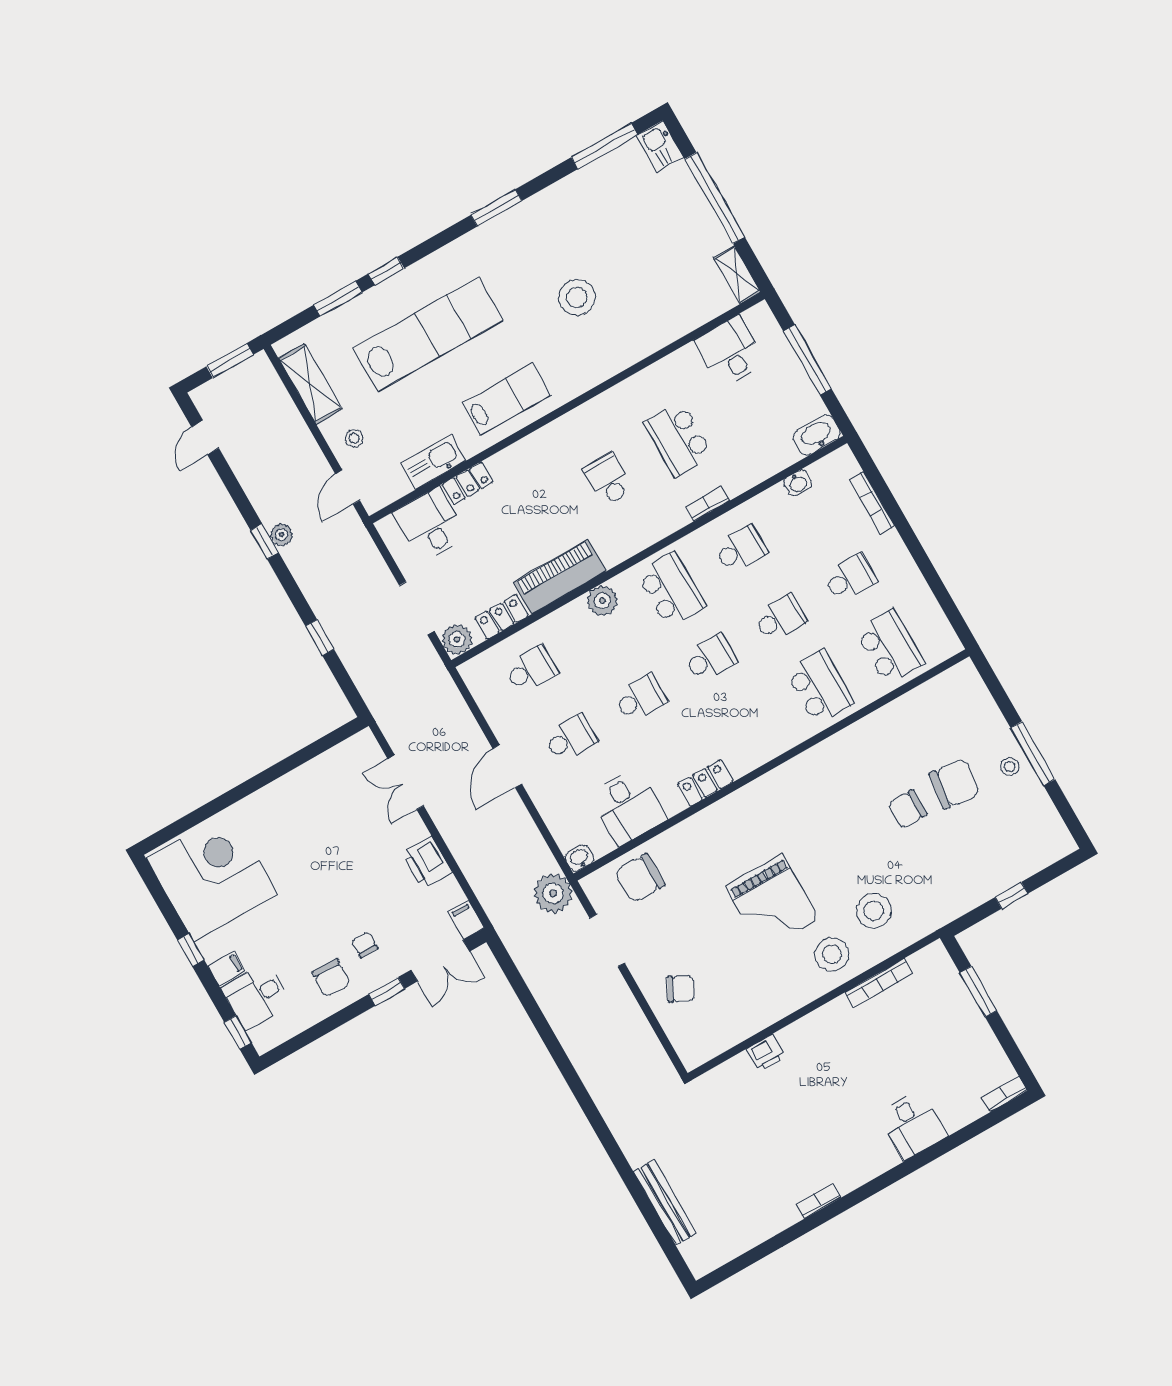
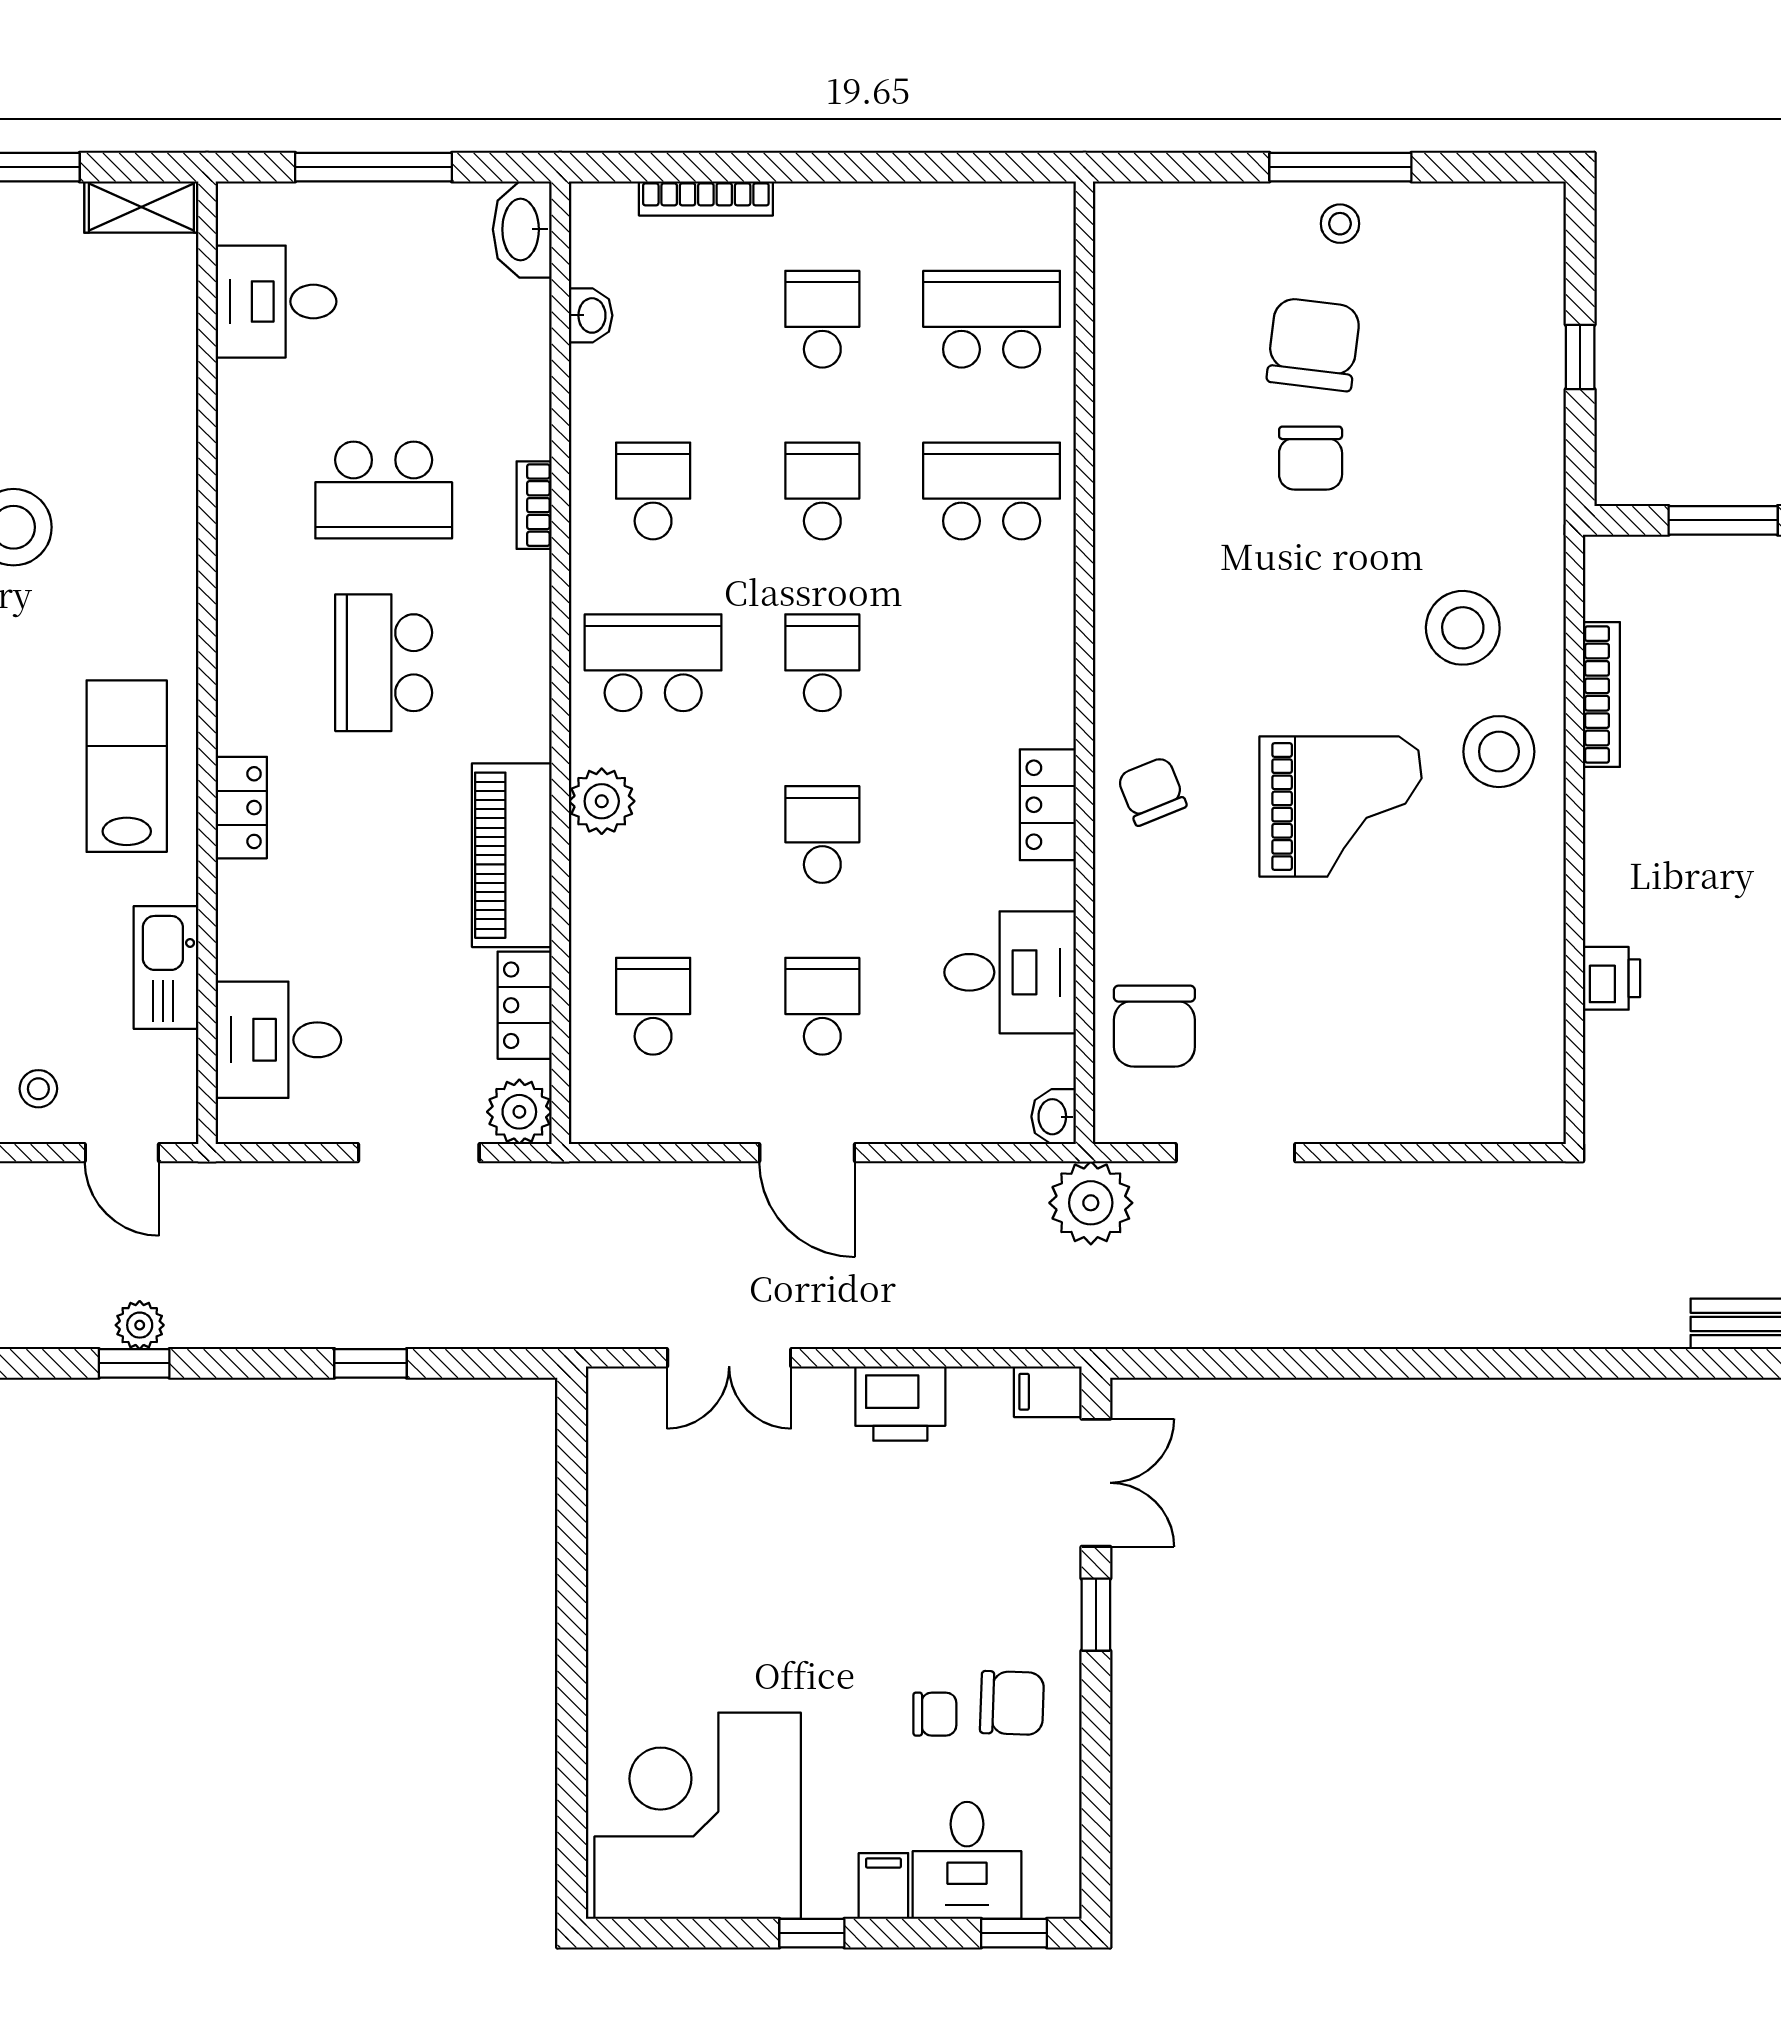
school desk: (608, 480) -> (384, 663), width x1.85
locker: (468, 483) -> (241, 808), moved
chair: (365, 945) -> (935, 1714), moved, turned 180
chair: (681, 989) -> (1152, 791), moved, turned -50

